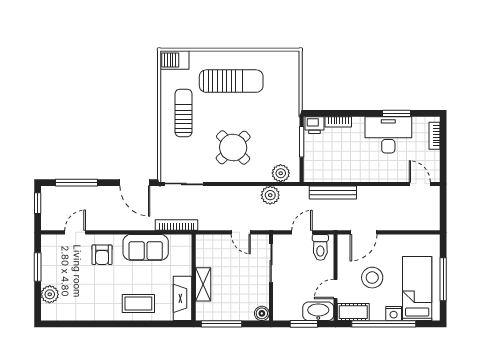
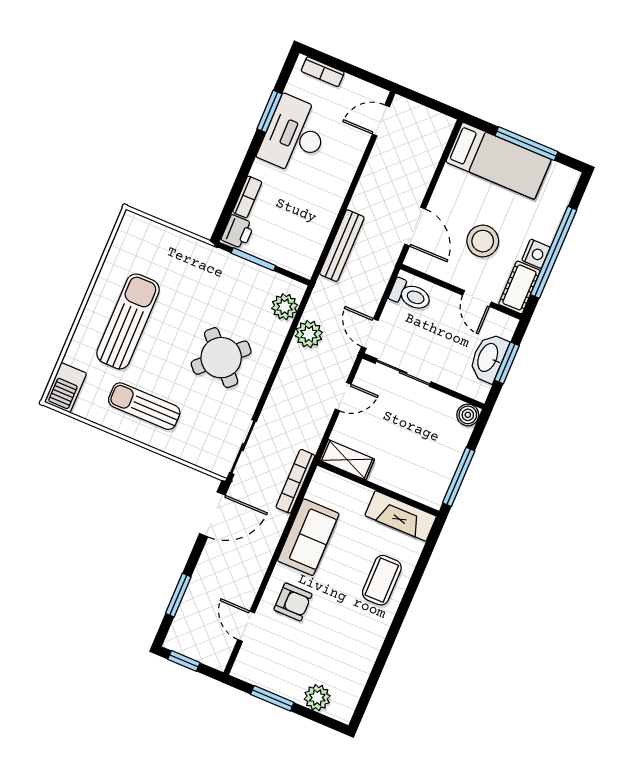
window: (77, 183) -> (178, 595), width x0.69
door: (302, 232) -> (370, 333), moved
shelving: (203, 284) -> (347, 460), moved
bed: (417, 288) -> (498, 161), moved, turned 180
washbasin: (318, 311) -> (488, 358), moved
nightstand: (394, 313) -> (536, 254), moved

